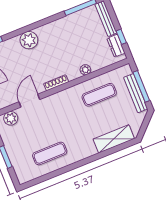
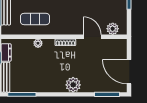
door: (29, 101) -> (92, 37), swing flipped

